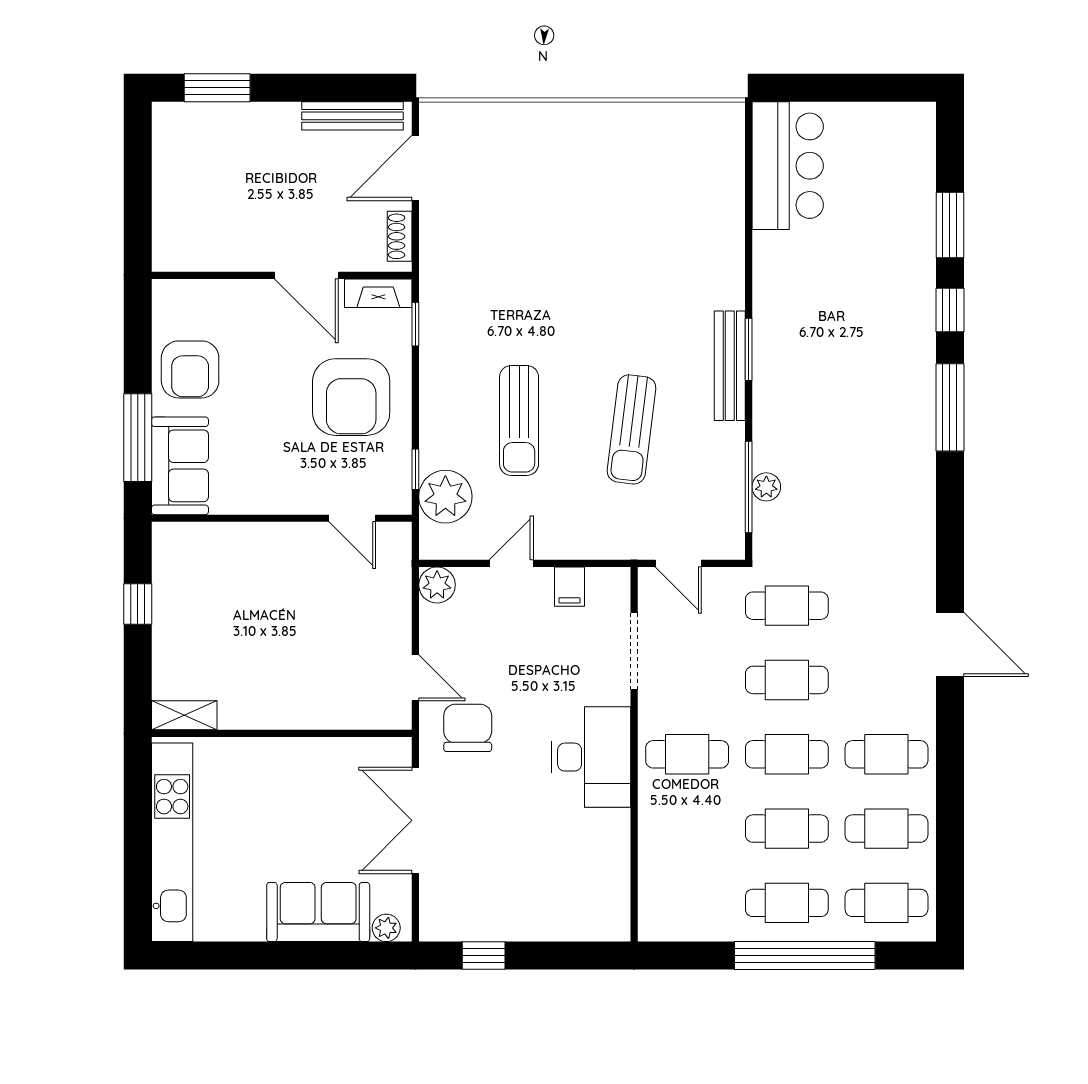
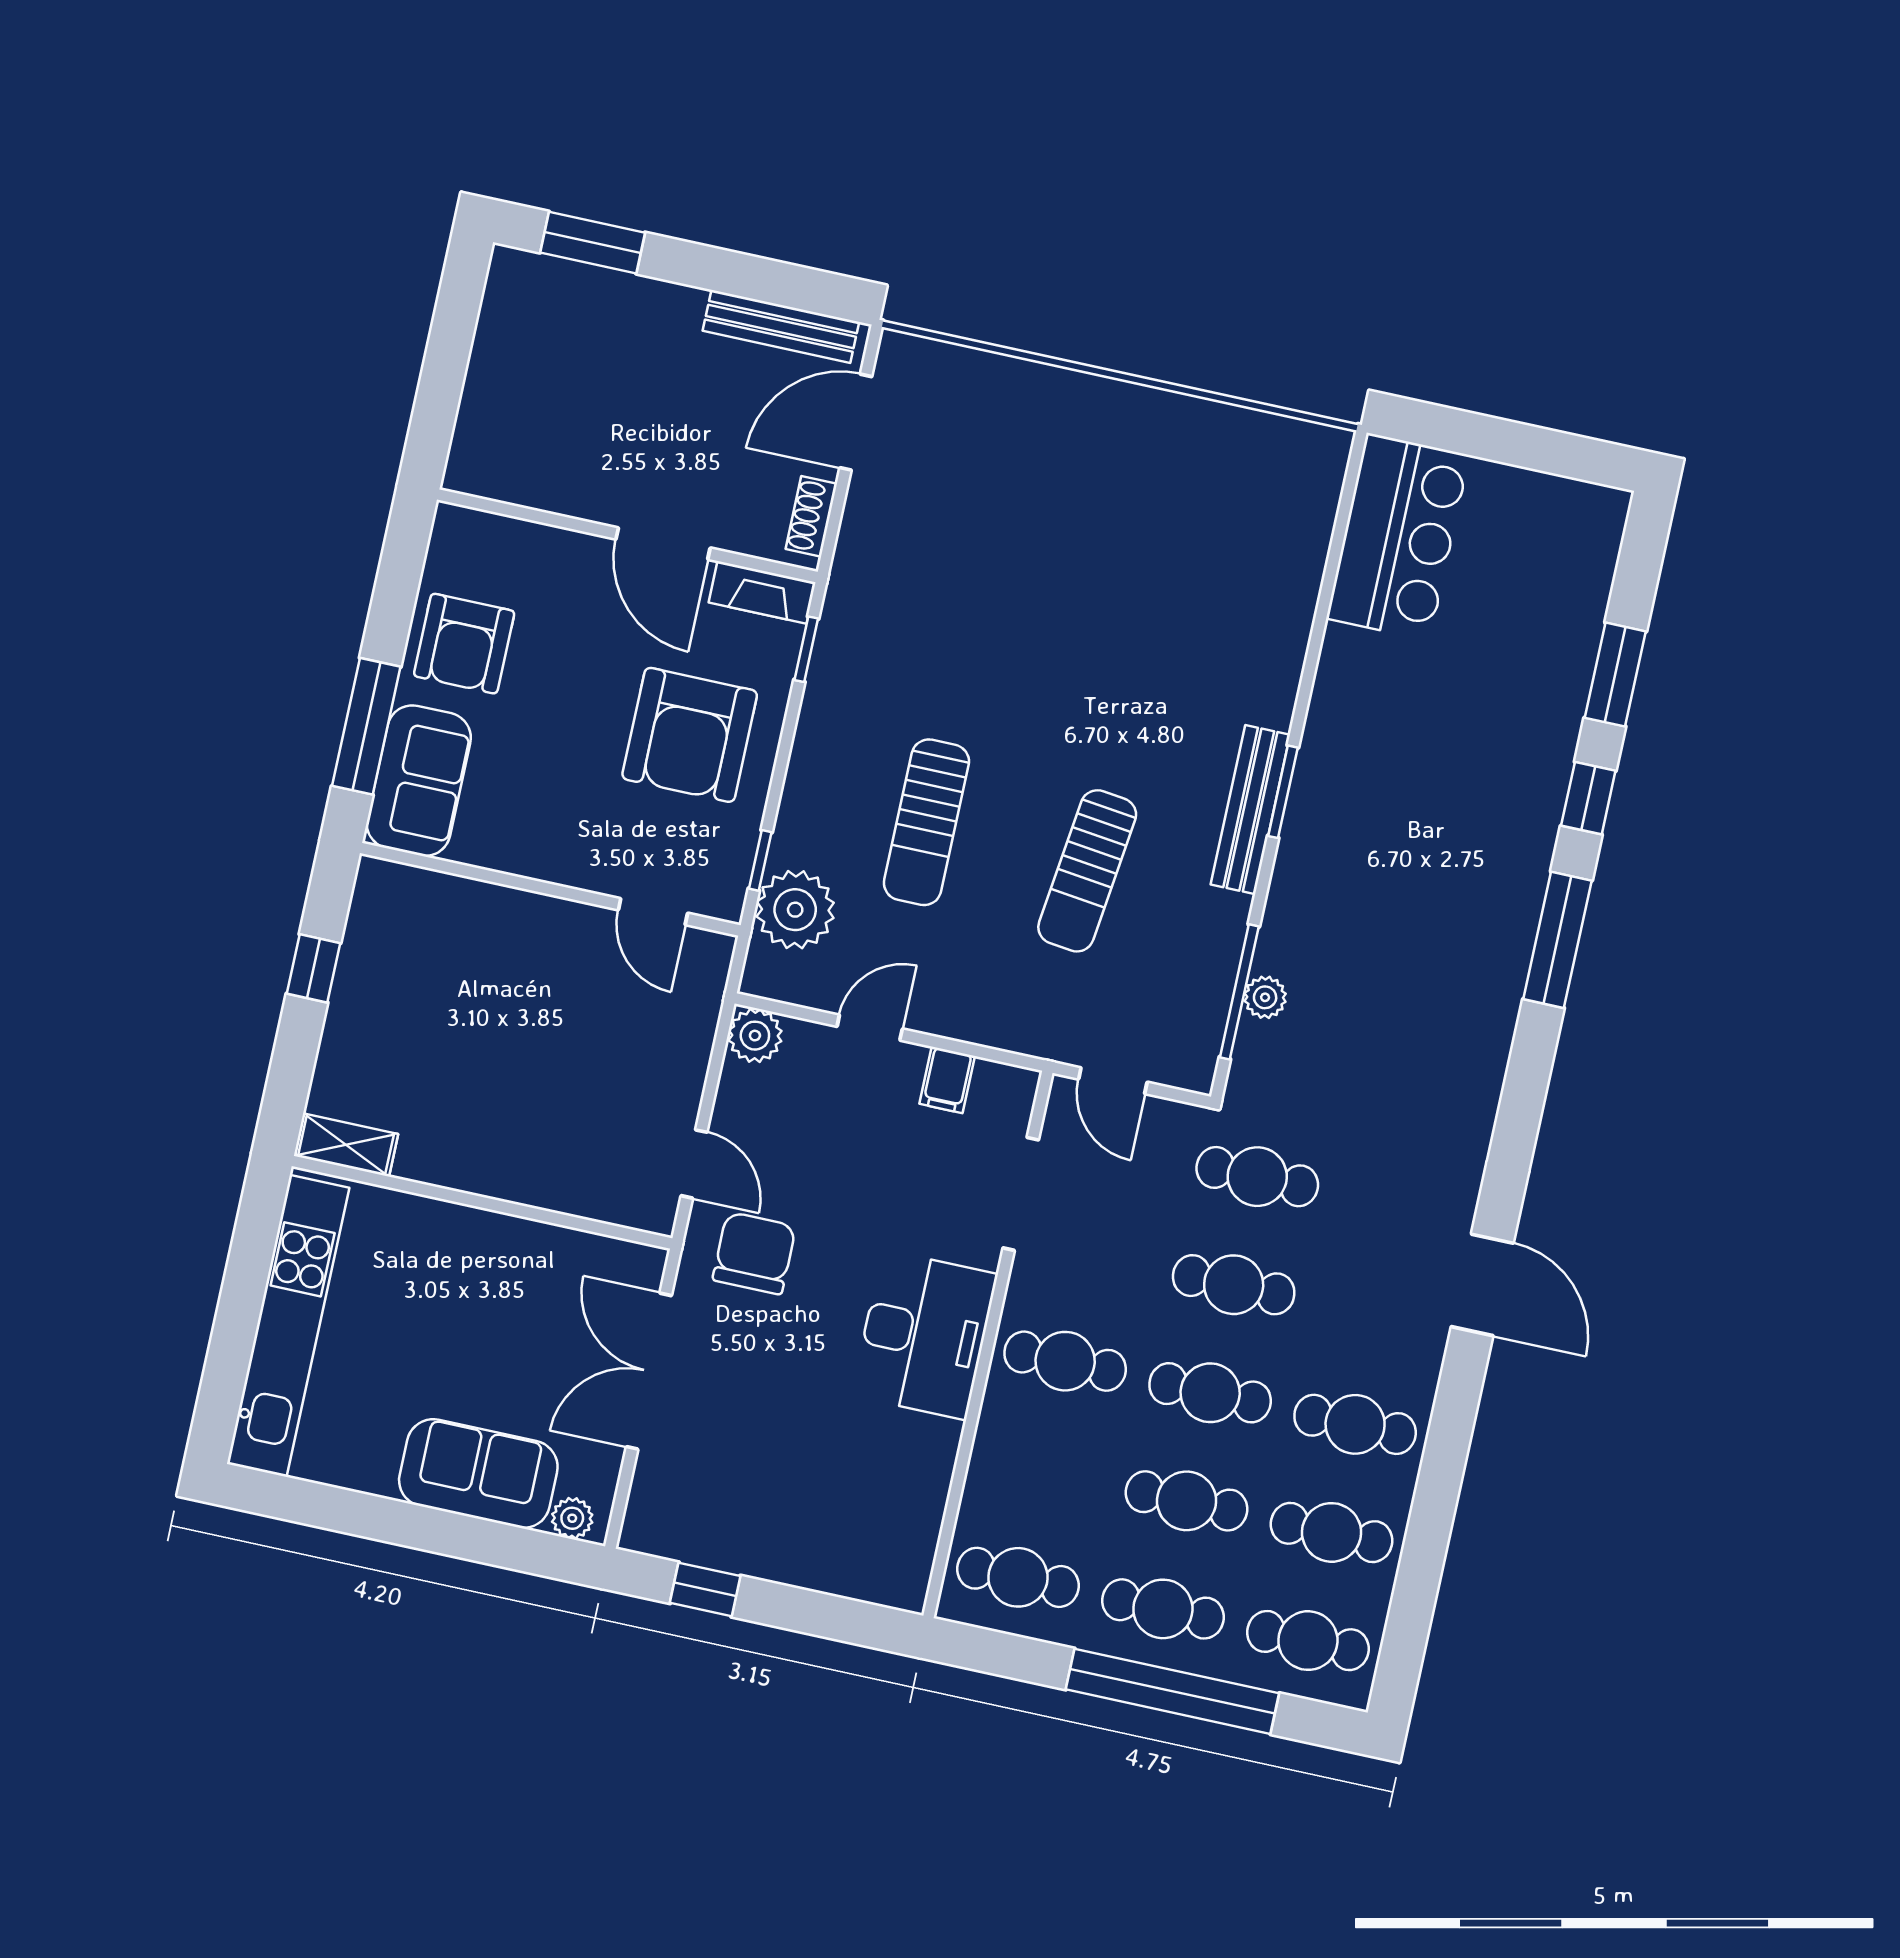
cafe table: (687, 903) -> (1018, 1577), added

